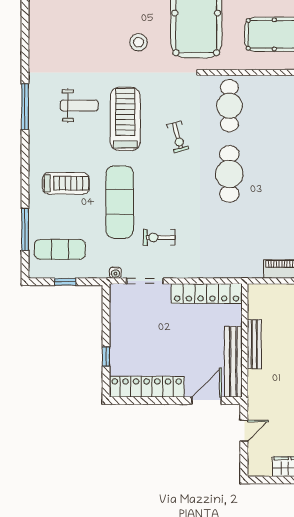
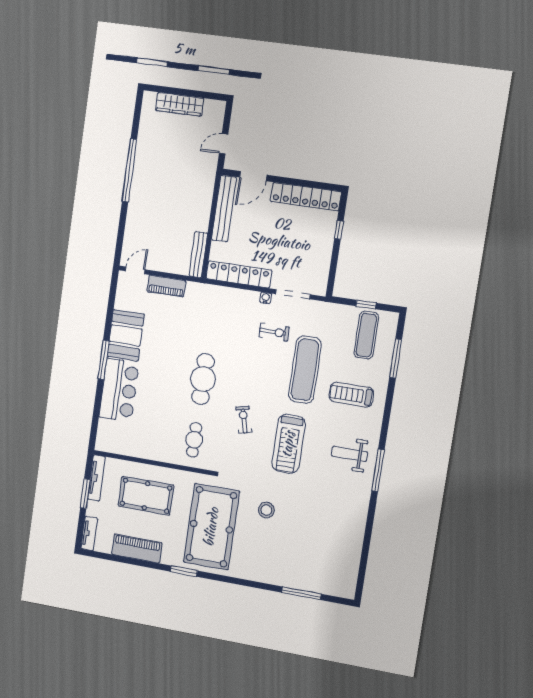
weight bench: (79, 105) -> (349, 454), moved
cafe table: (229, 106) -> (194, 440), width x0.73, depth x0.74
exercise mat: (60, 249) -> (366, 335), turned 90
water cooler: (115, 273) -> (266, 298), moved
bench: (254, 344) -> (198, 255), moved

